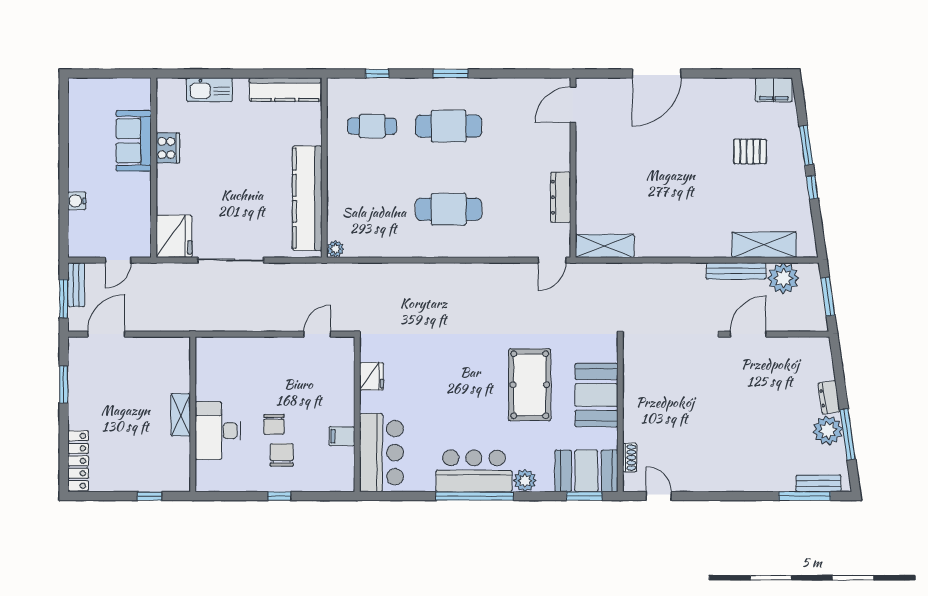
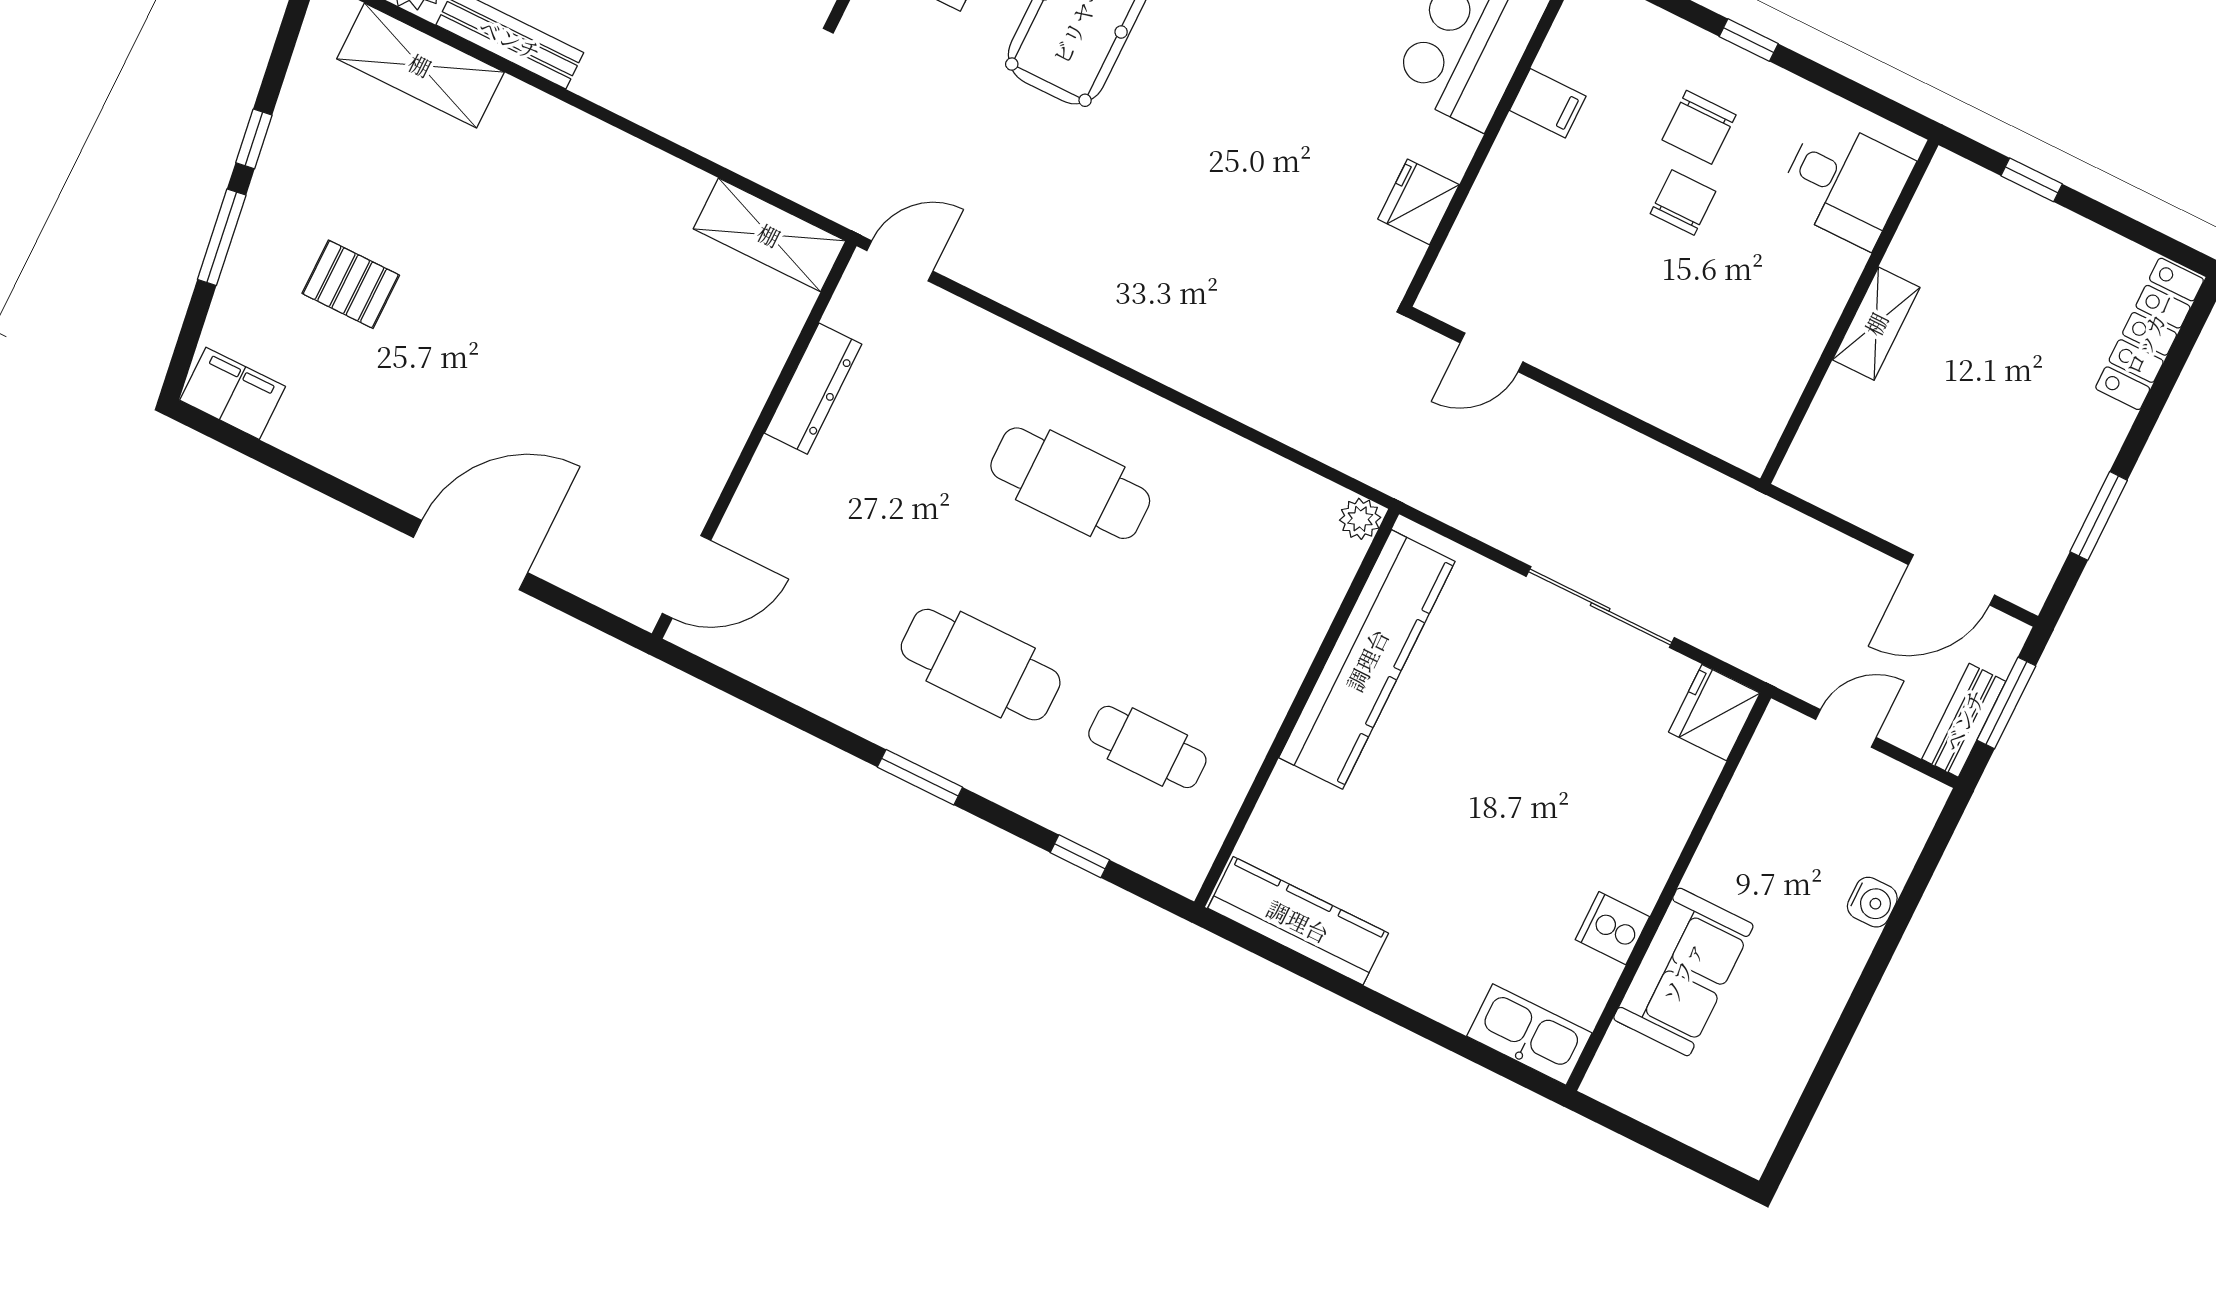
kitchen sink: (209, 90) -> (1529, 1035), moved
cooker: (168, 148) -> (1612, 928), width x0.73
fridge: (174, 236) -> (1714, 713), width x0.73, depth x0.75
desk: (218, 431) -> (1845, 183), moved, width x0.73

